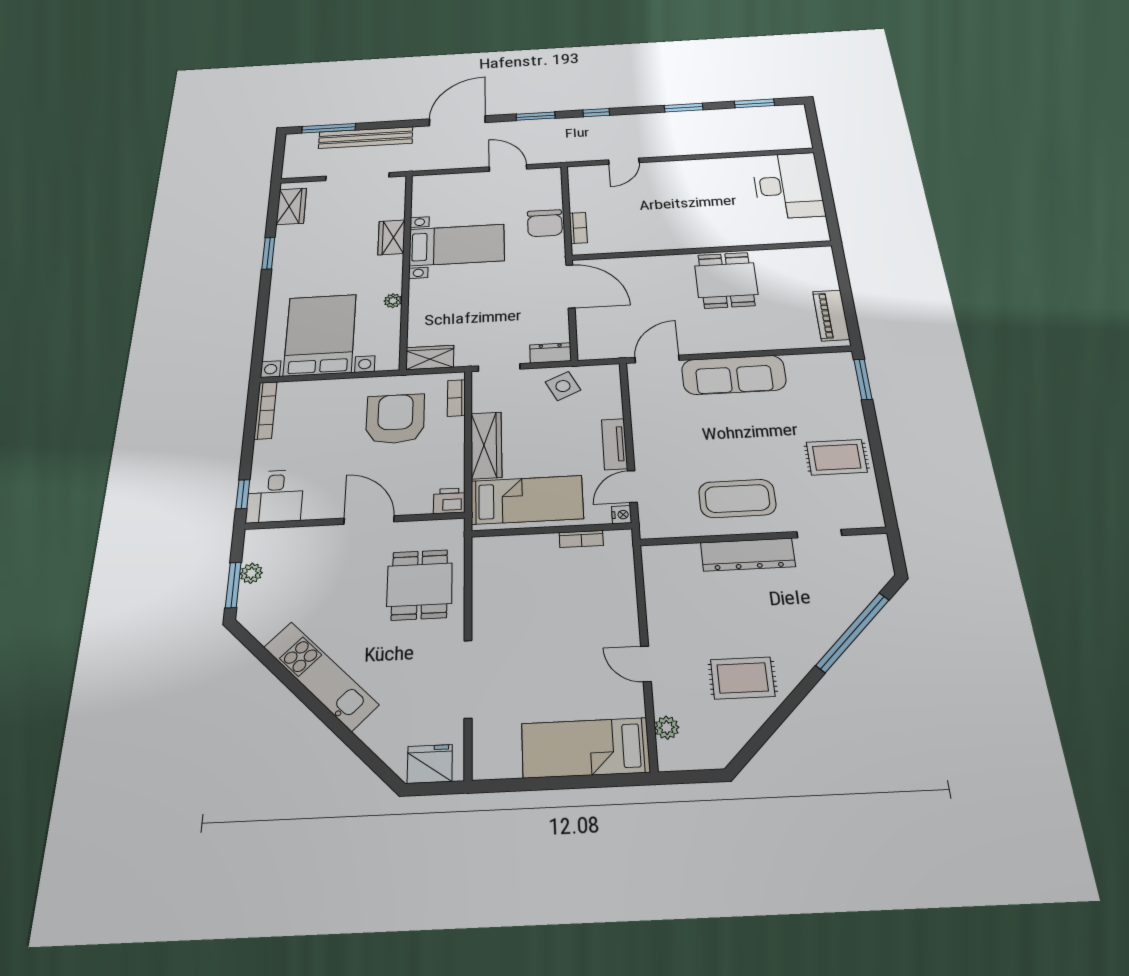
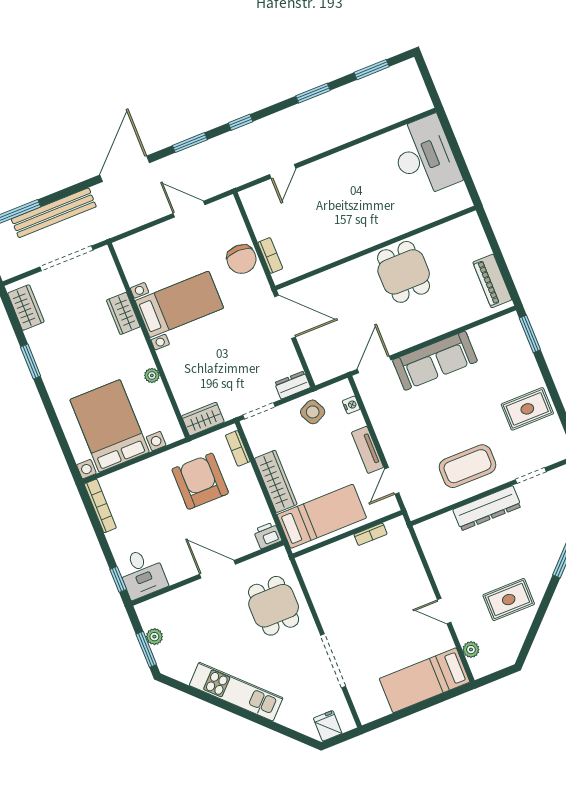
nightstand: (622, 515) -> (351, 405), moved
fridge: (430, 764) -> (328, 726), width x0.72

